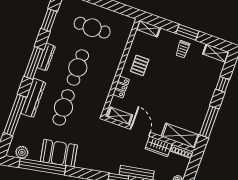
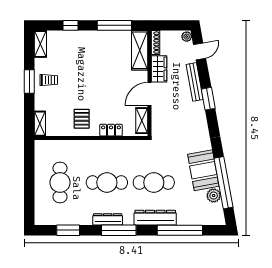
pallet: (140, 65) -> (82, 119), turned 90
plant: (22, 152) -> (214, 196), moved

